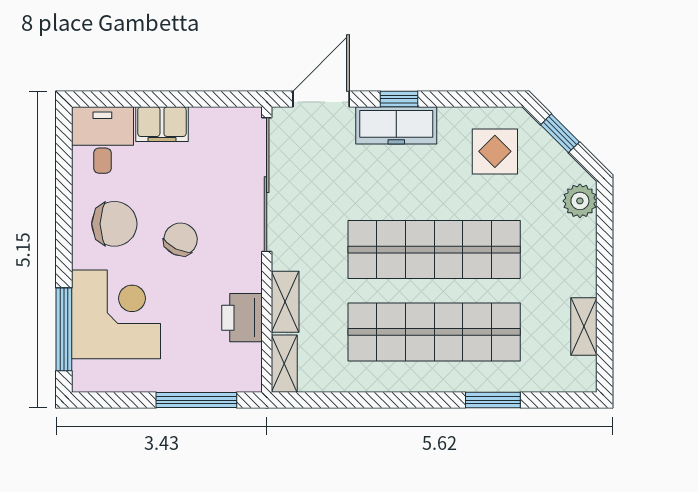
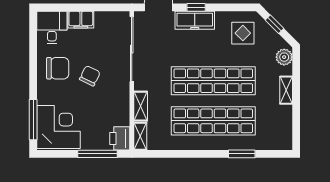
corner desk: (116, 314) -> (58, 127), moved
printer: (242, 318) -> (120, 138), moved
shelving: (584, 326) -> (286, 90), moved

